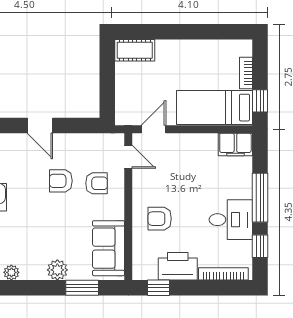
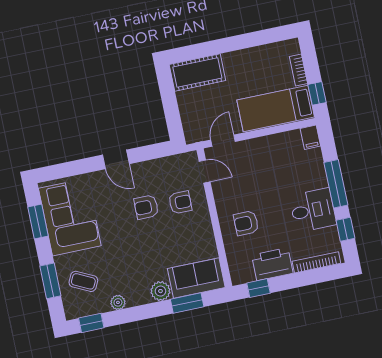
cot: (135, 50) -> (197, 73), width x1.37, depth x1.34
filing cabinet: (235, 144) -> (310, 137), width x0.50
sofa: (108, 248) -> (196, 278), moved, turned 90

